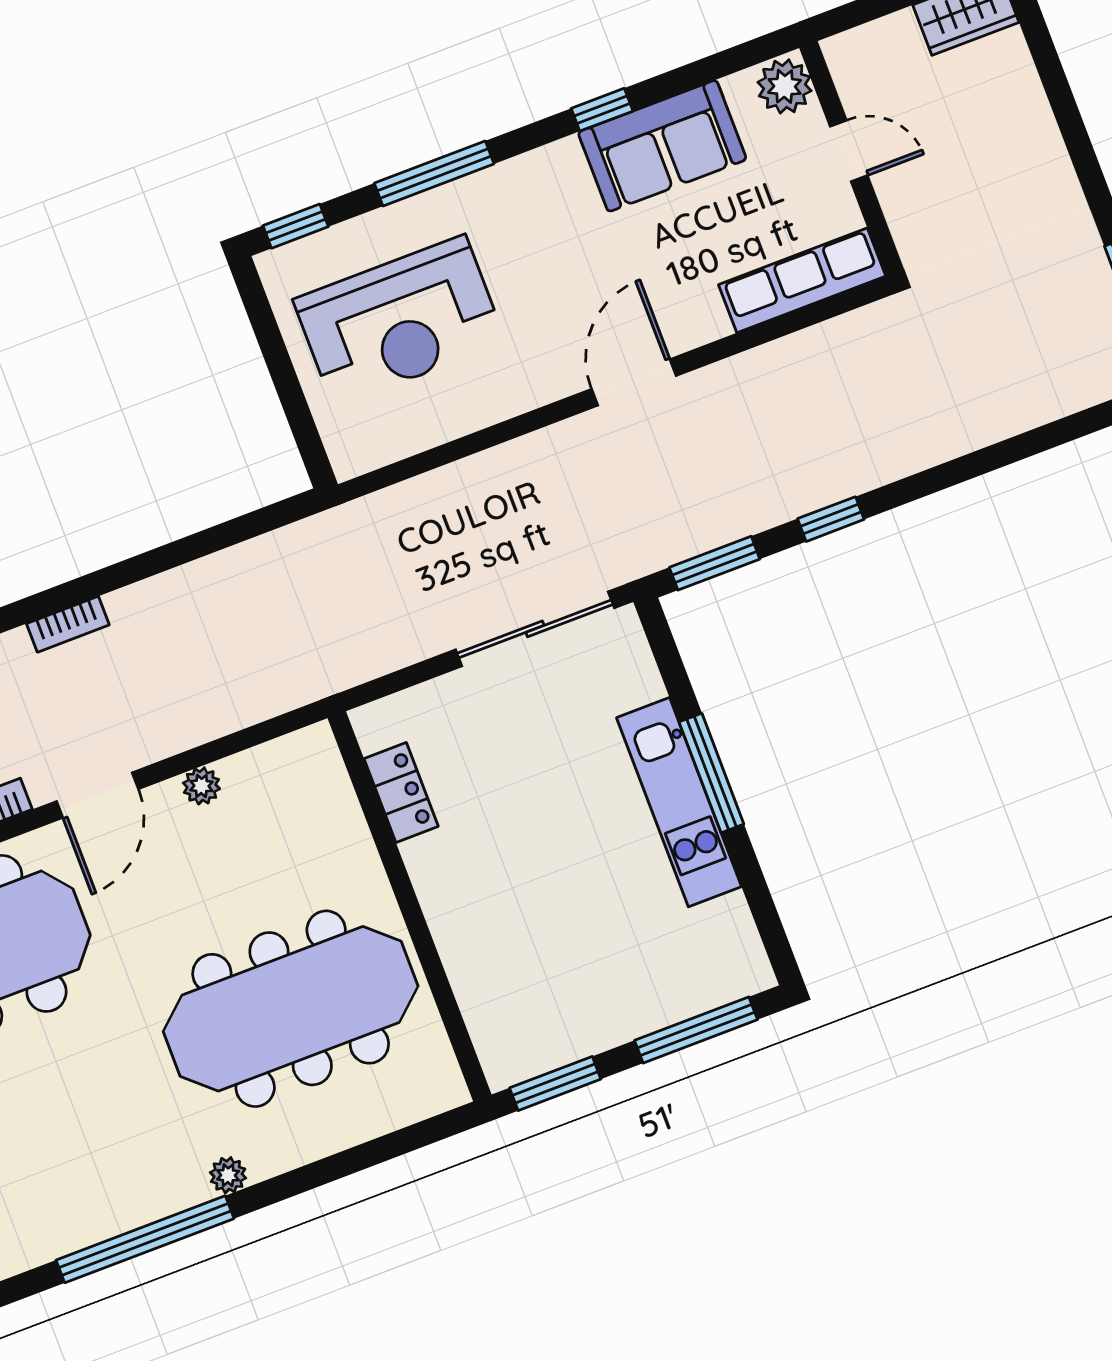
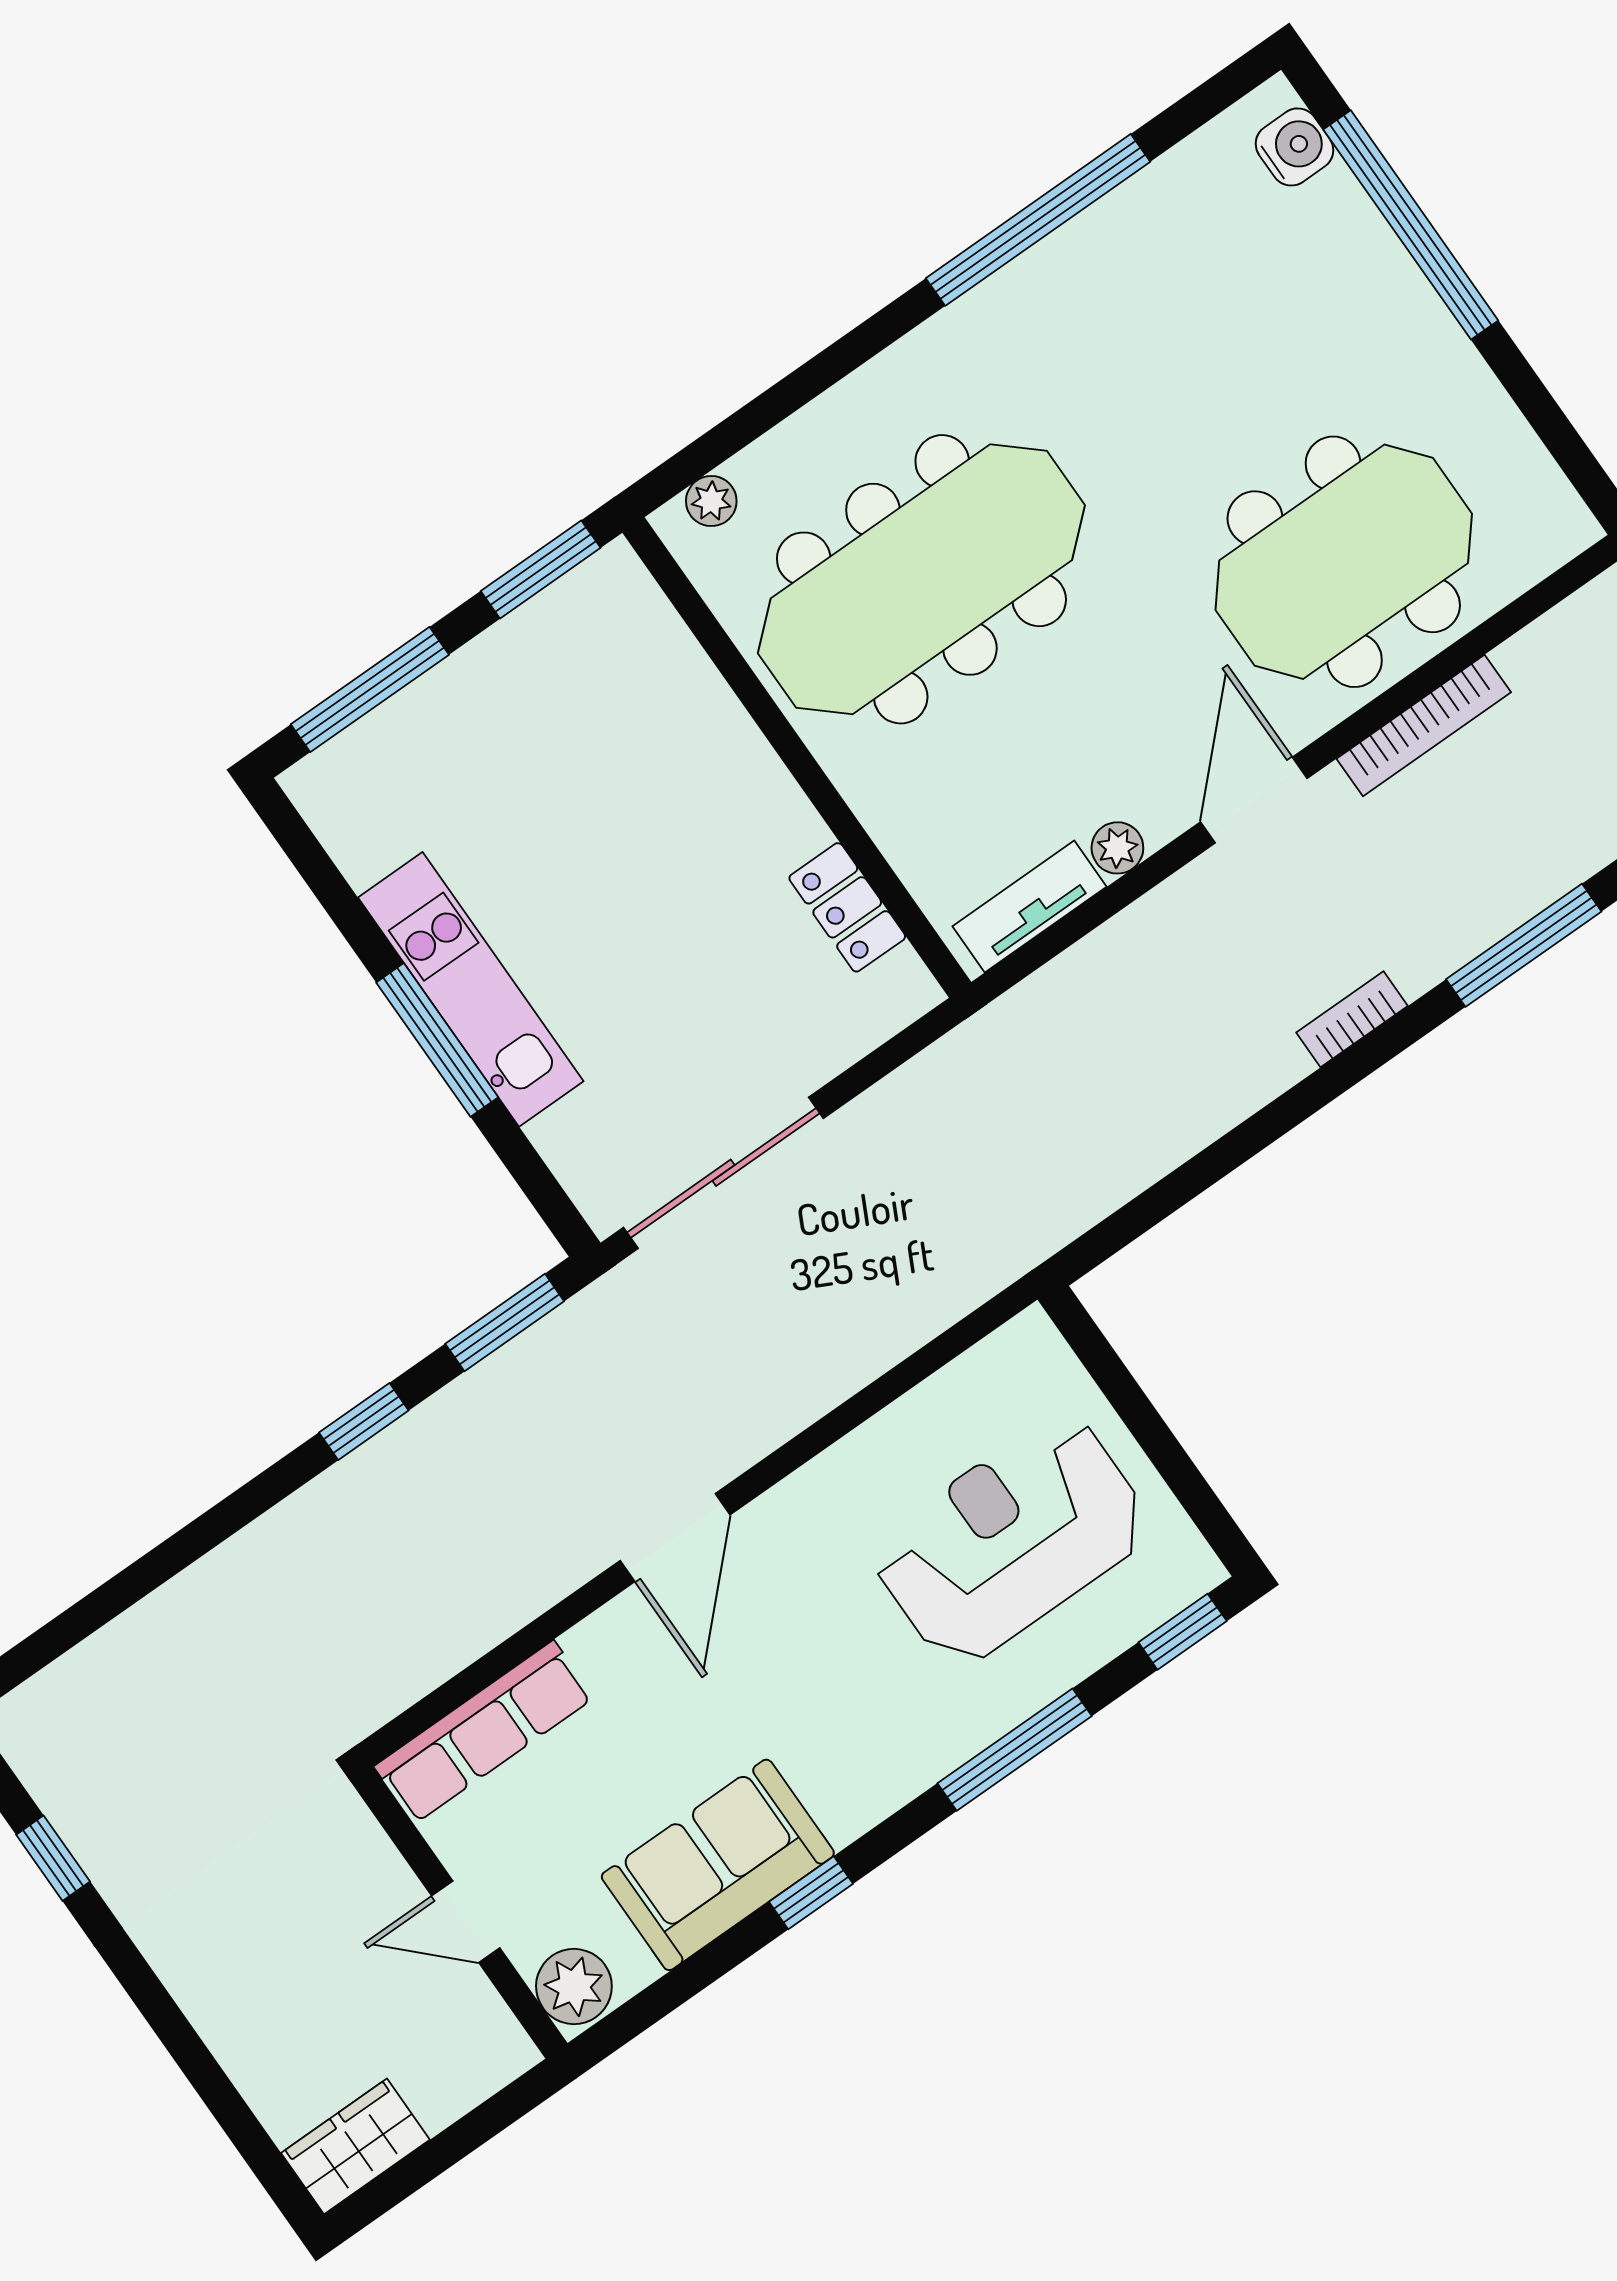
tv unit: (273, 761) -> (1029, 906), added
plant: (228, 1175) -> (711, 501), moved

